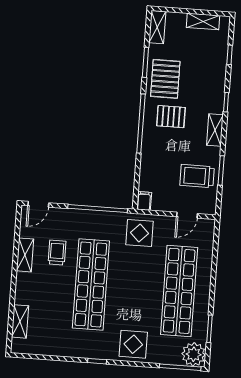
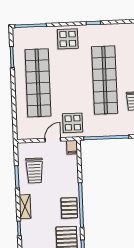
pallet: (171, 117) -> (69, 208), moved, turned 90
trolley: (197, 176) -> (34, 171), turned 90
door: (187, 215) -> (53, 140), moved
plant: (194, 354) -> (22, 37), removed

